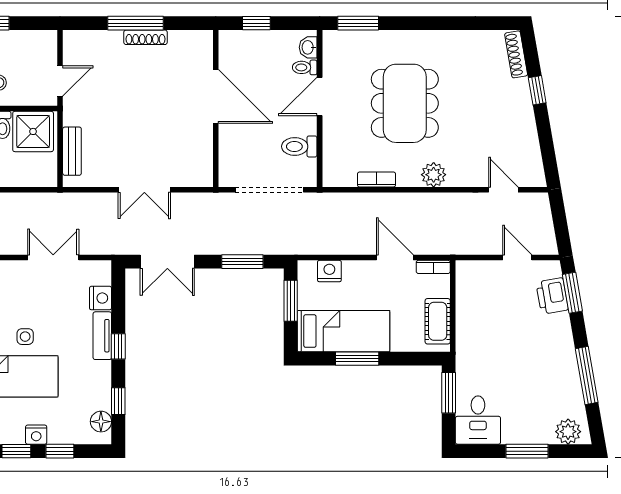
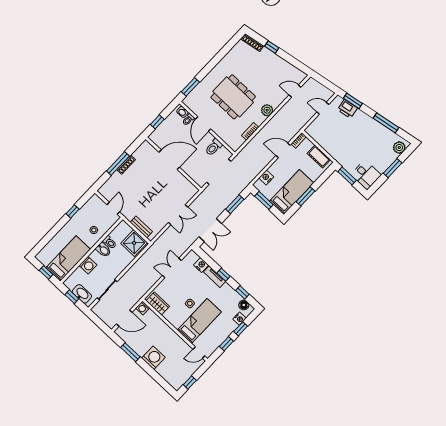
shower: (33, 131) -> (134, 243), moved
nightstand: (36, 435) -> (239, 319), moved

